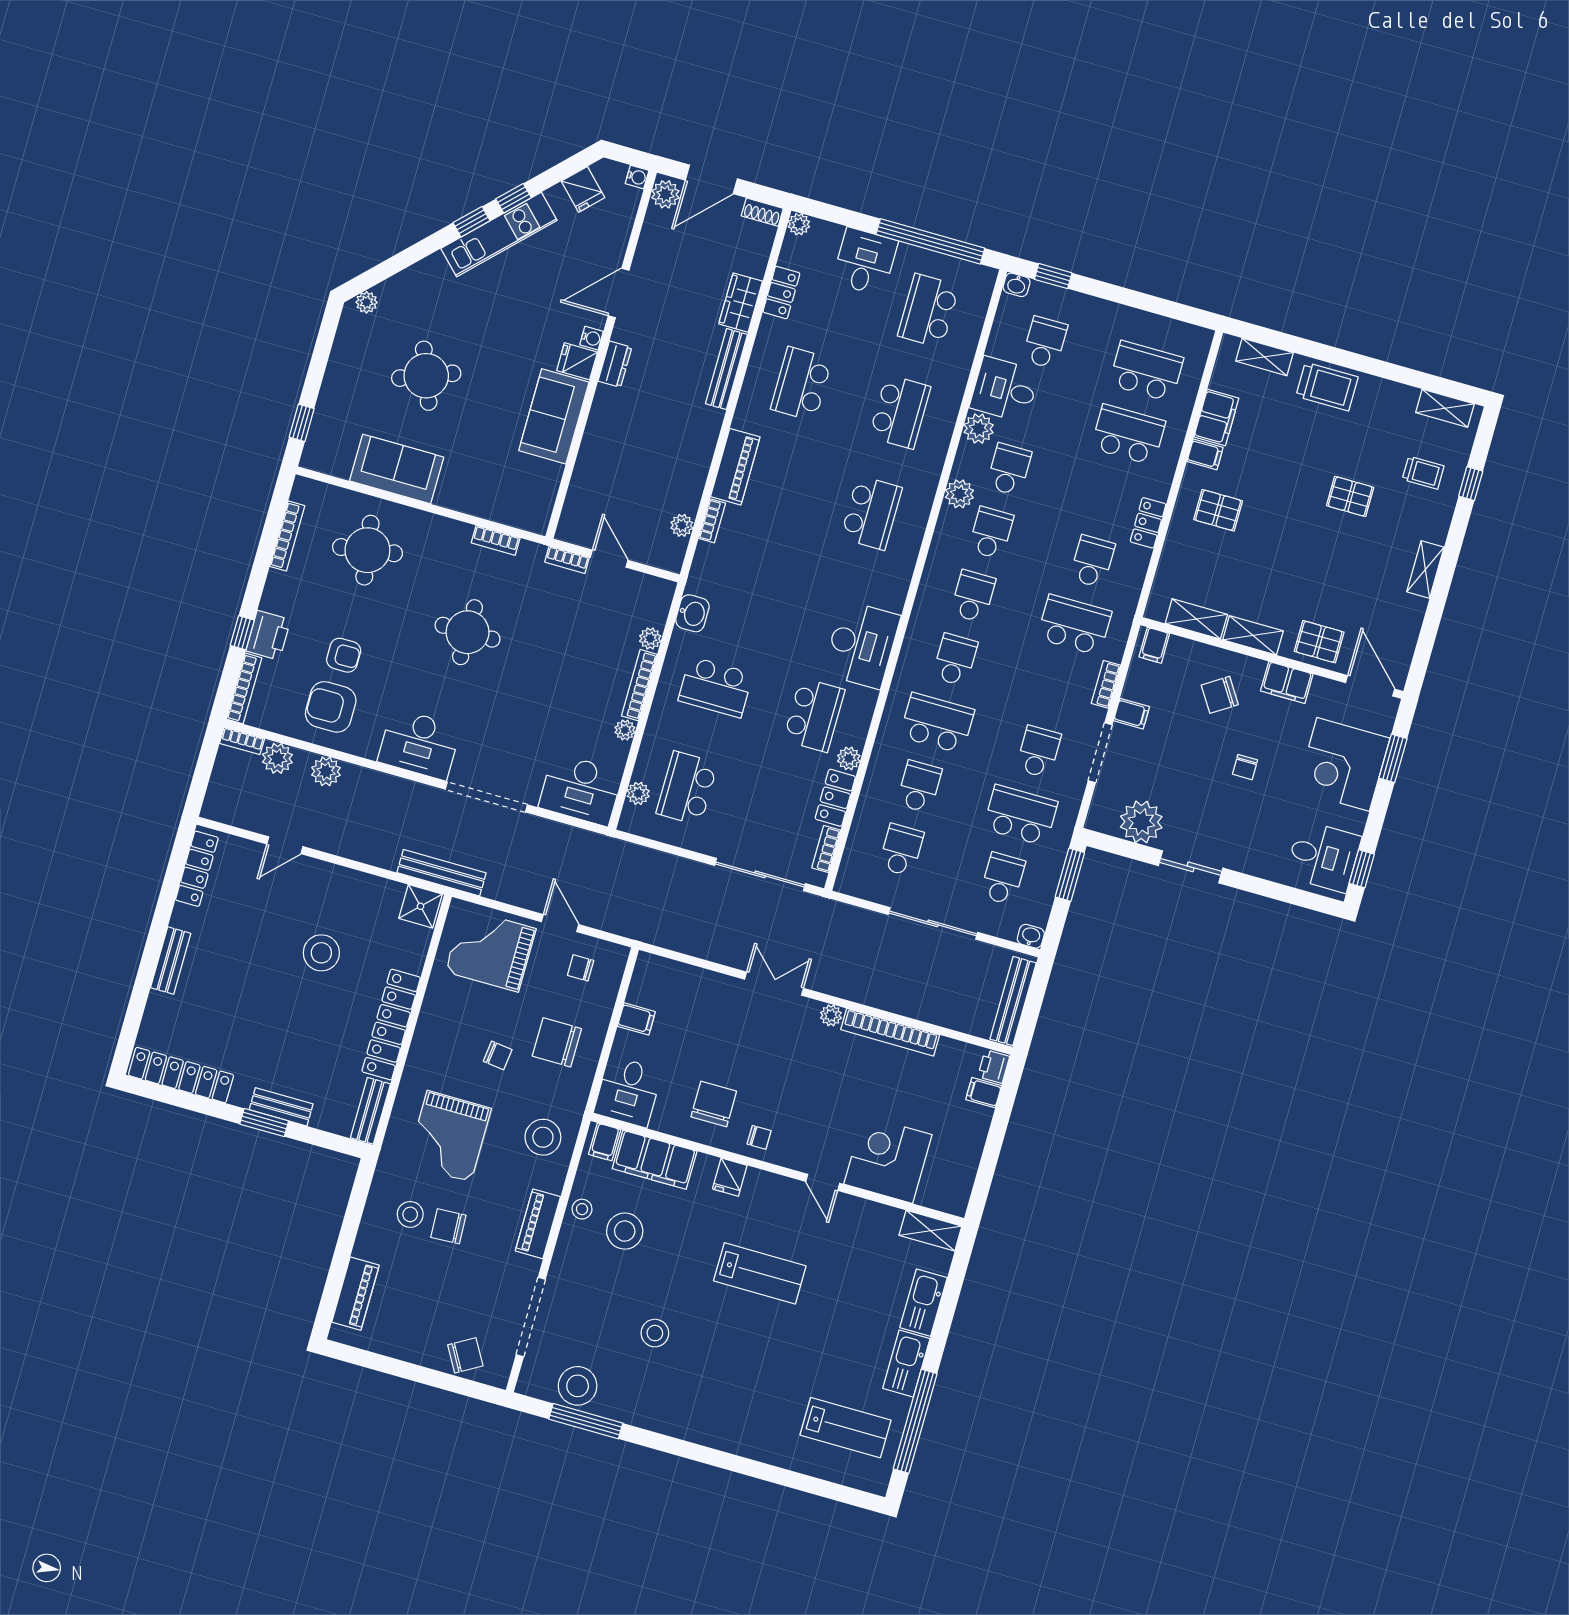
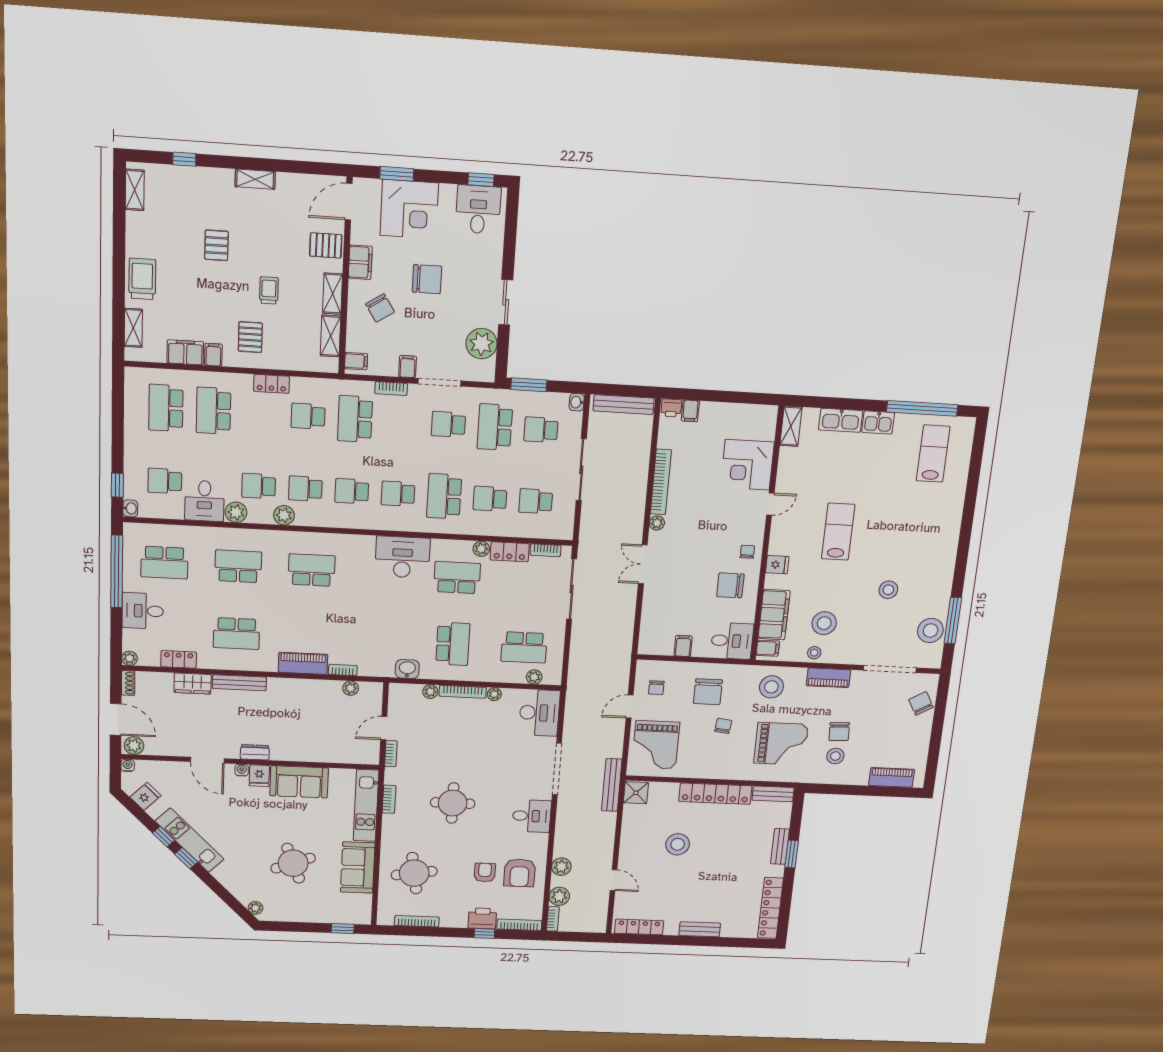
trolley: (1423, 473) -> (269, 290), moved
kitchen unit: (494, 505) -> (366, 805), added
pallet: (1319, 642) -> (326, 245), turned 90
desk: (419, 744) -> (532, 816), width x0.73
chair: (1245, 767) -> (427, 279), width x1.87, depth x1.87
kitchen sink: (906, 1363) -> (878, 422), width x0.73

